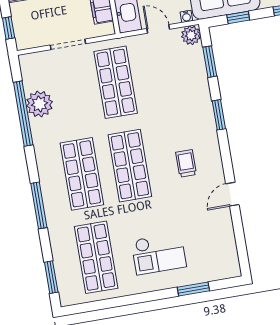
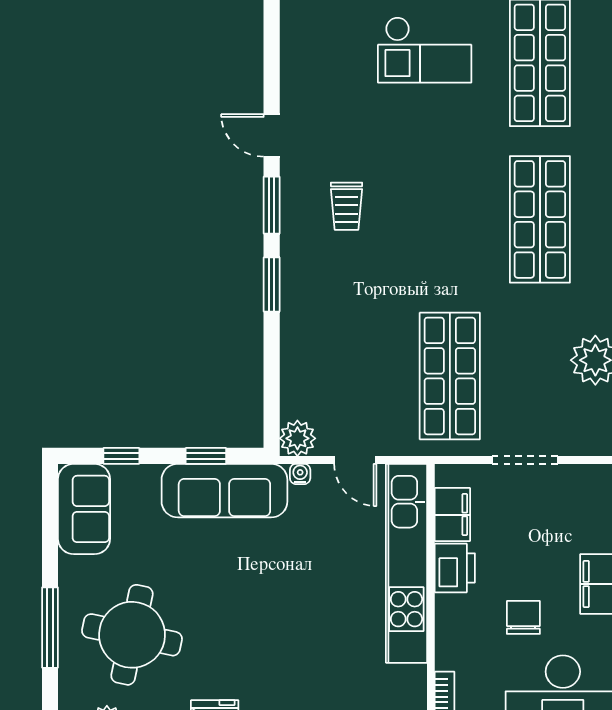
window: (210, 62) -> (272, 205), moved
shop shelf: (130, 166) -> (450, 219), removed
door: (232, 194) -> (272, 135), swing flipped
checkout: (159, 254) -> (425, 50), turned 180

